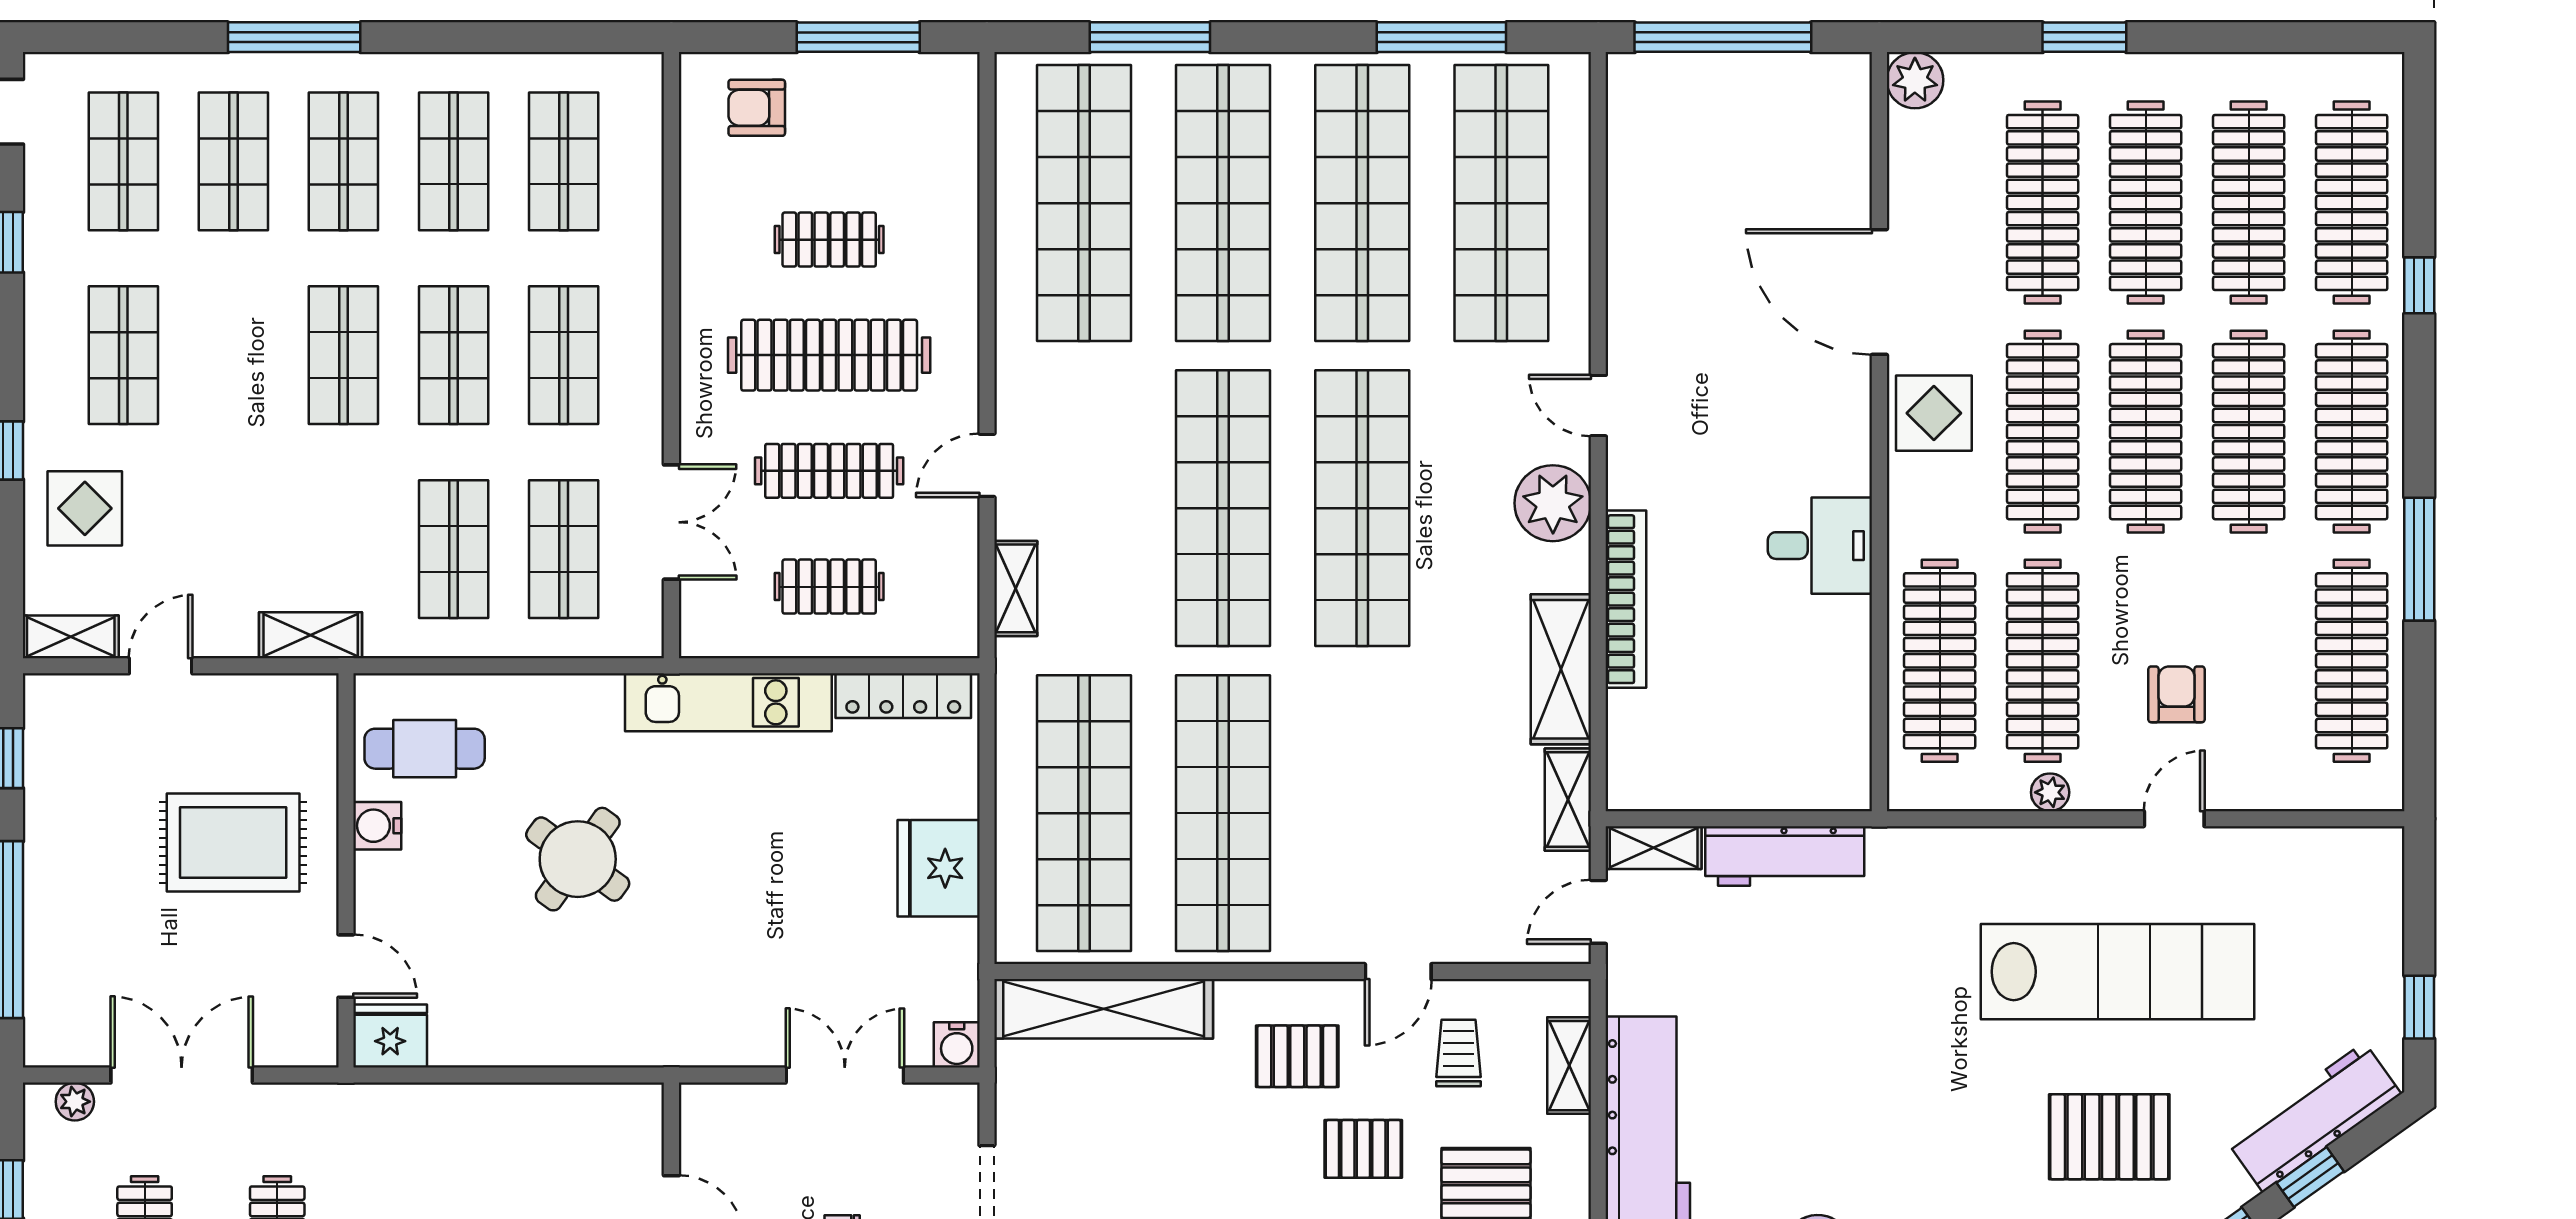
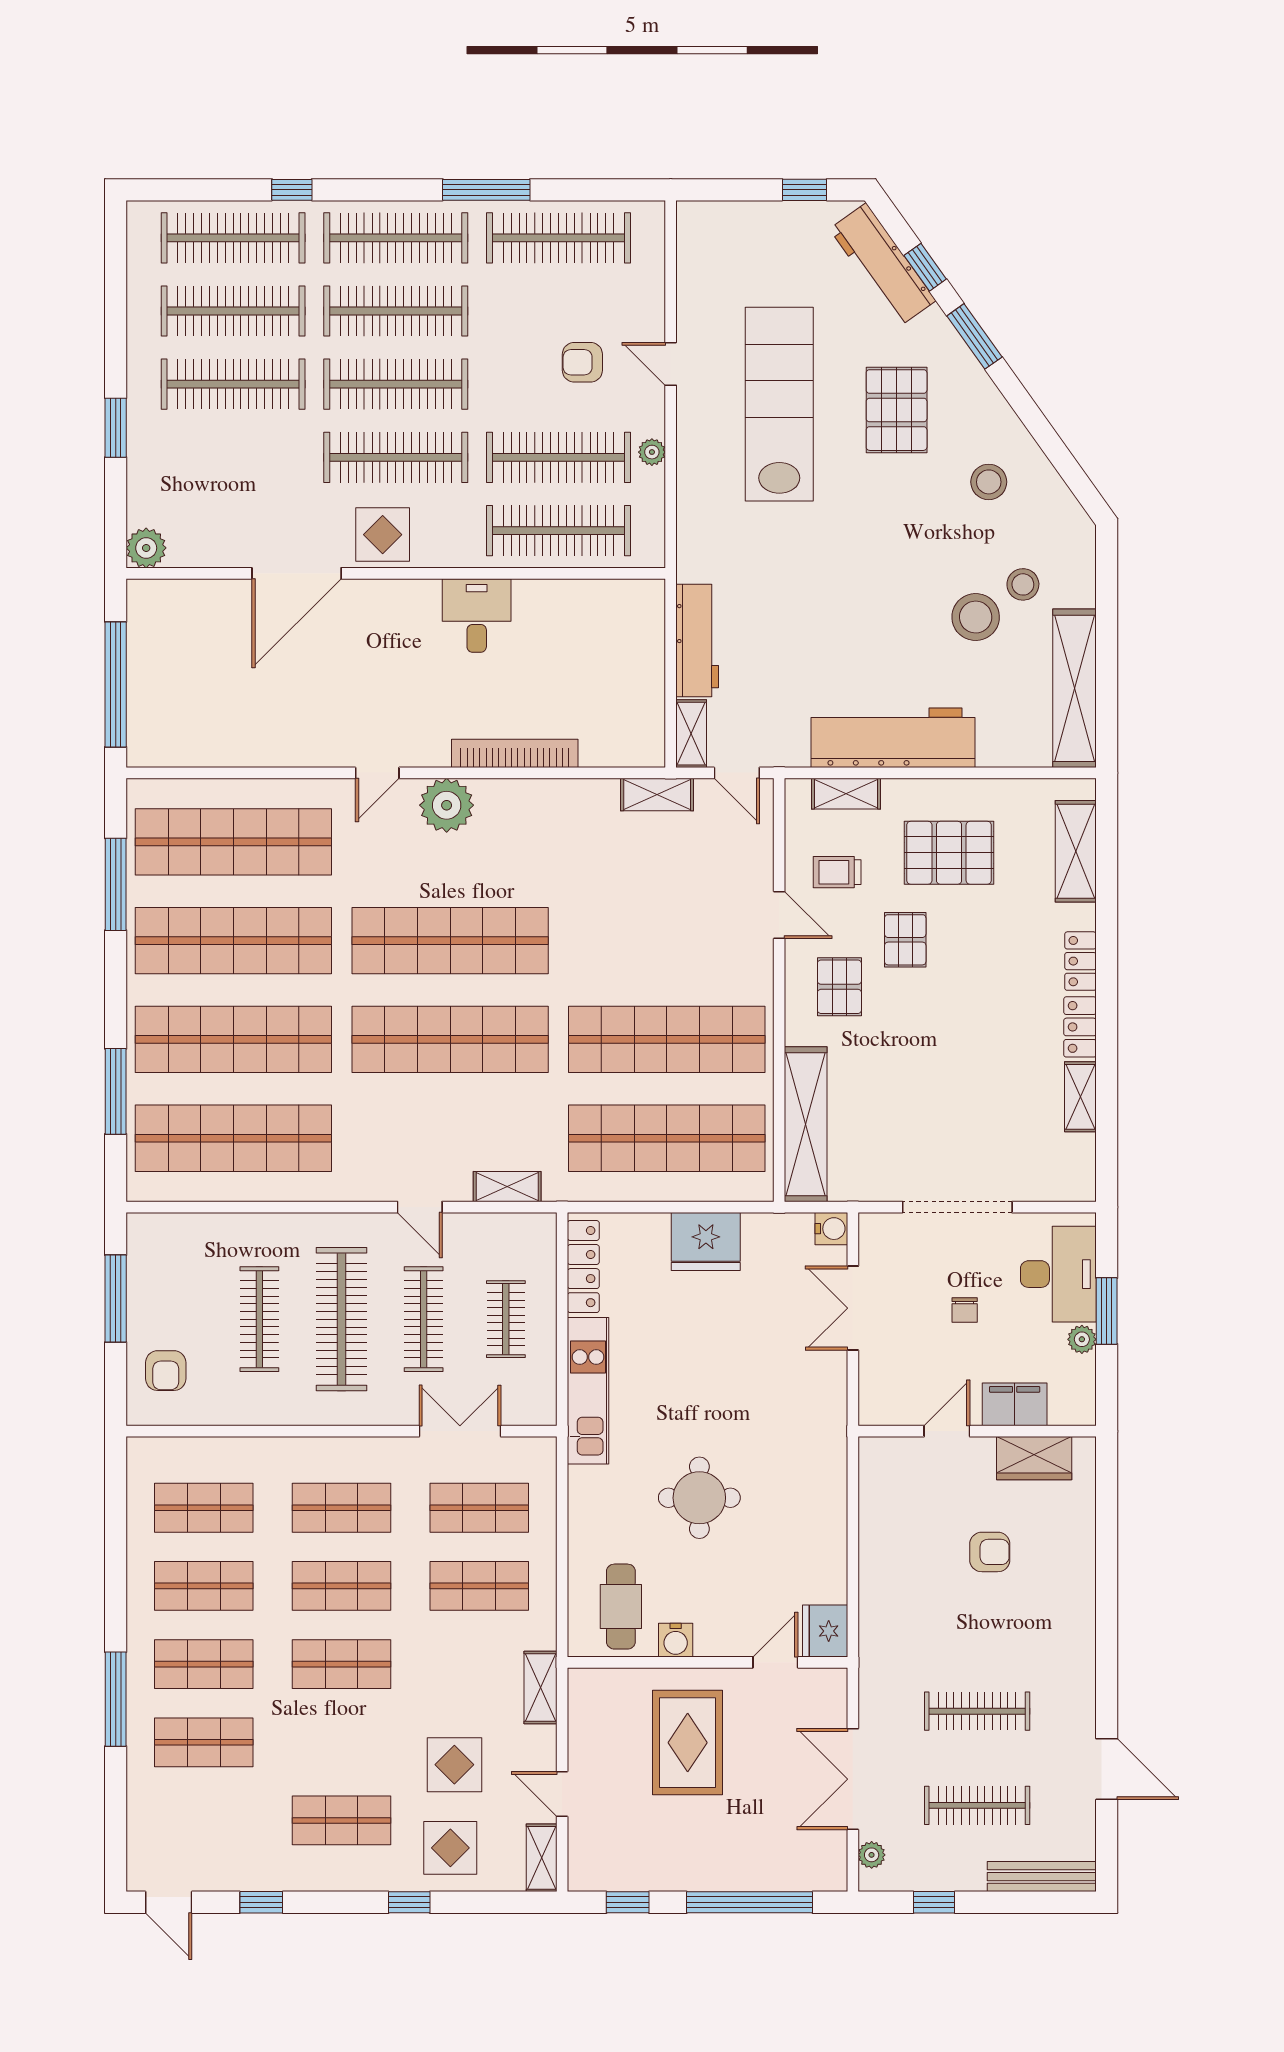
shop shelf: (123, 161) -> (204, 1820), removed
clothes rail: (2043, 203) -> (233, 457), removed
clothes rail: (829, 240) -> (259, 1319), width x1.36
display table: (202, 514) -> (454, 1765), added
shelving: (1561, 669) -> (564, 799), removed
round table: (578, 859) -> (699, 1498), turned -36

